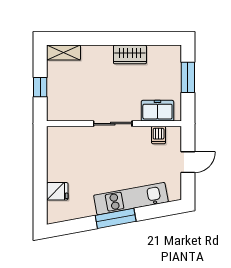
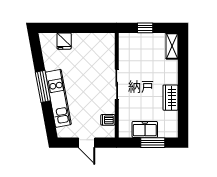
freezer: (157, 111) -> (145, 129), moved, turned -90

